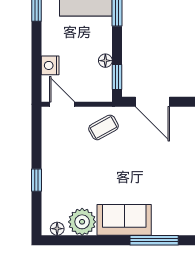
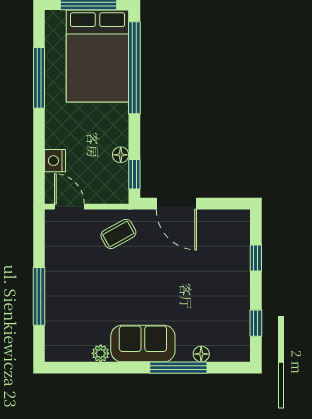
window: (36, 180) -> (39, 296), width x2.17
plant: (82, 222) -> (101, 353), width x0.53, depth x0.53
floor lamp: (57, 229) -> (201, 354), moved

